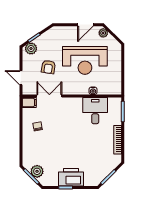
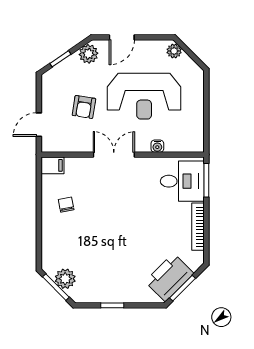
door: (85, 25) -> (122, 37), moved
plant: (31, 49) -> (89, 54), moved
door: (21, 78) -> (39, 125), hinge flipped
double door: (49, 96) -> (114, 155), moved
desk: (95, 111) -> (182, 181), moved, turned 90
printer: (71, 177) -> (169, 277), moved, turned -45

